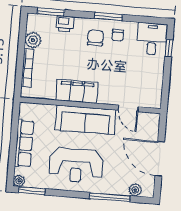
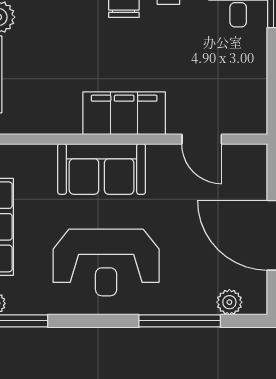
filing cabinet: (77, 91) -> (124, 113), moved
sofa: (85, 120) -> (102, 169), width x0.73

